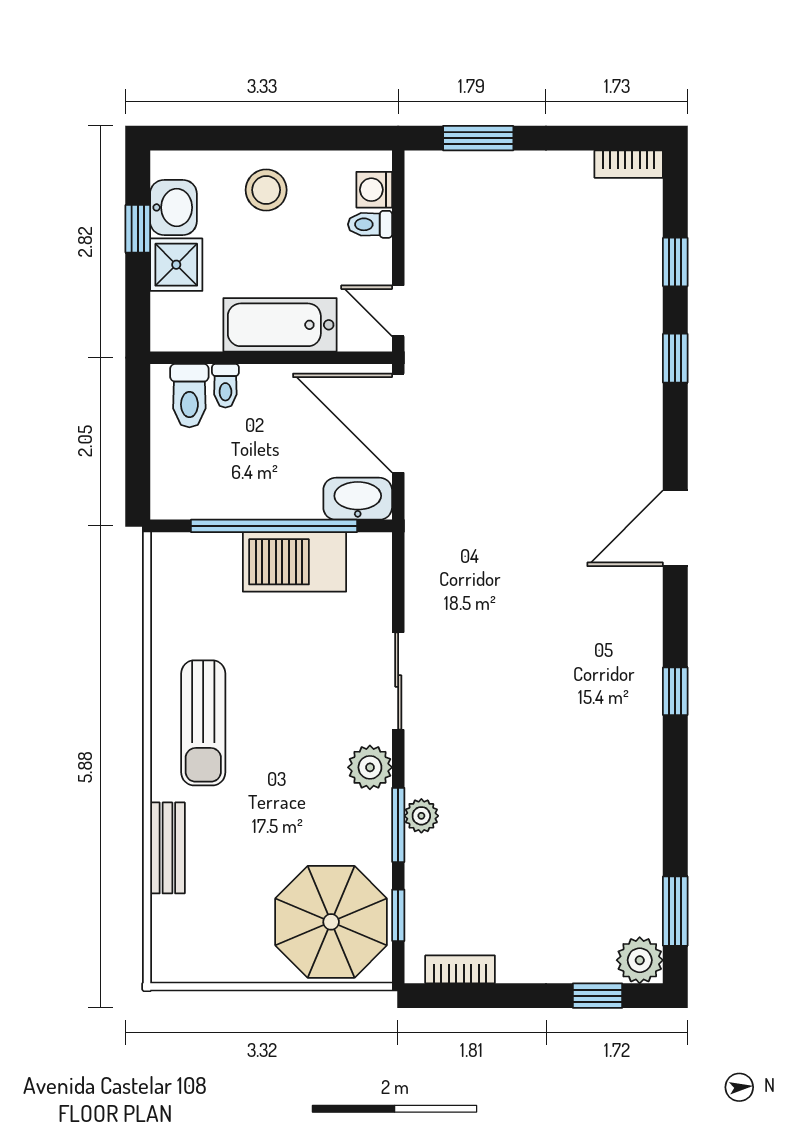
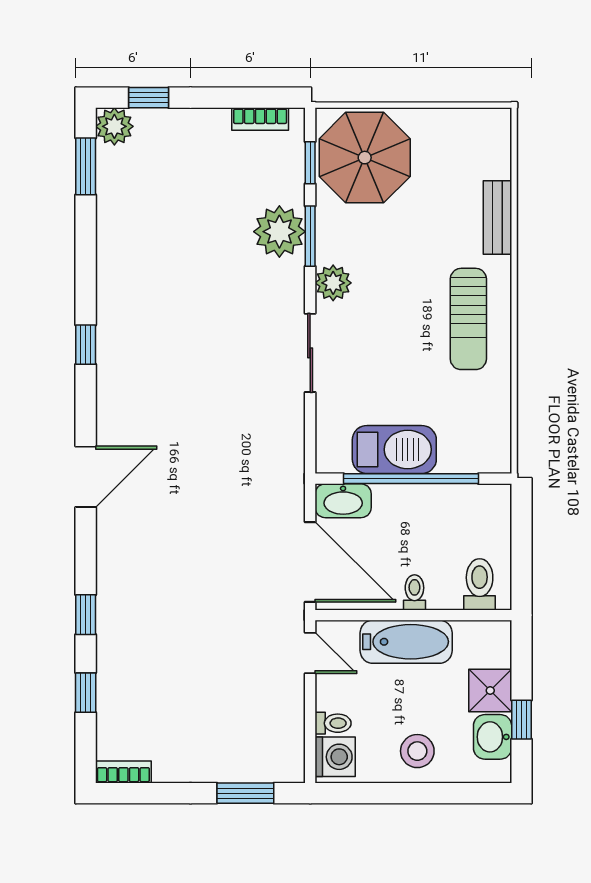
washing machine: (374, 190) -> (335, 757), width x1.38, depth x1.38
toilet: (225, 386) -> (414, 592), moved
sun lounger: (203, 723) -> (468, 319), turned 180
plant: (421, 816) -> (279, 232), width x1.88, depth x1.88

